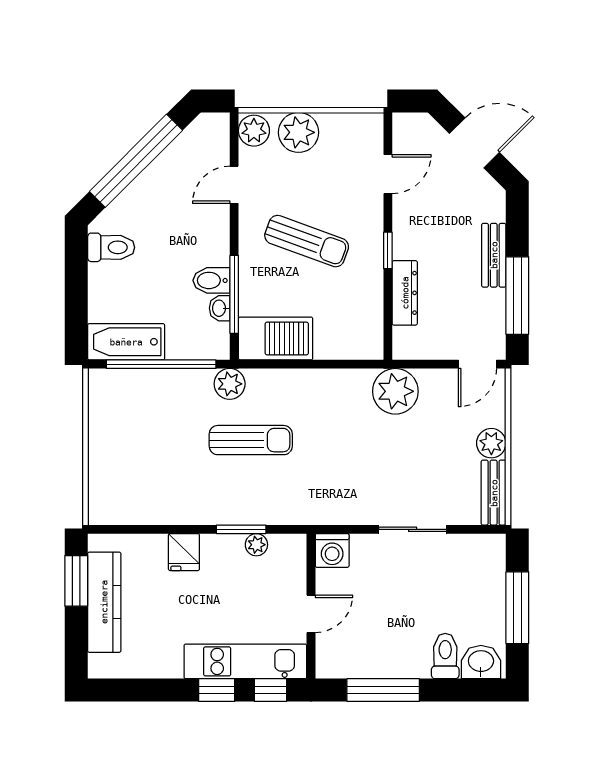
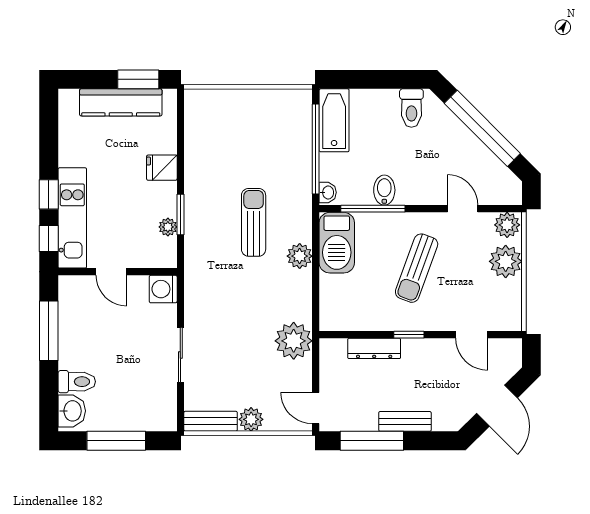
washbasin: (220, 308) -> (328, 192), moved, turned 90
plant: (230, 384) -> (300, 256), moved
sun lounger: (251, 440) -> (254, 222), turned 180

